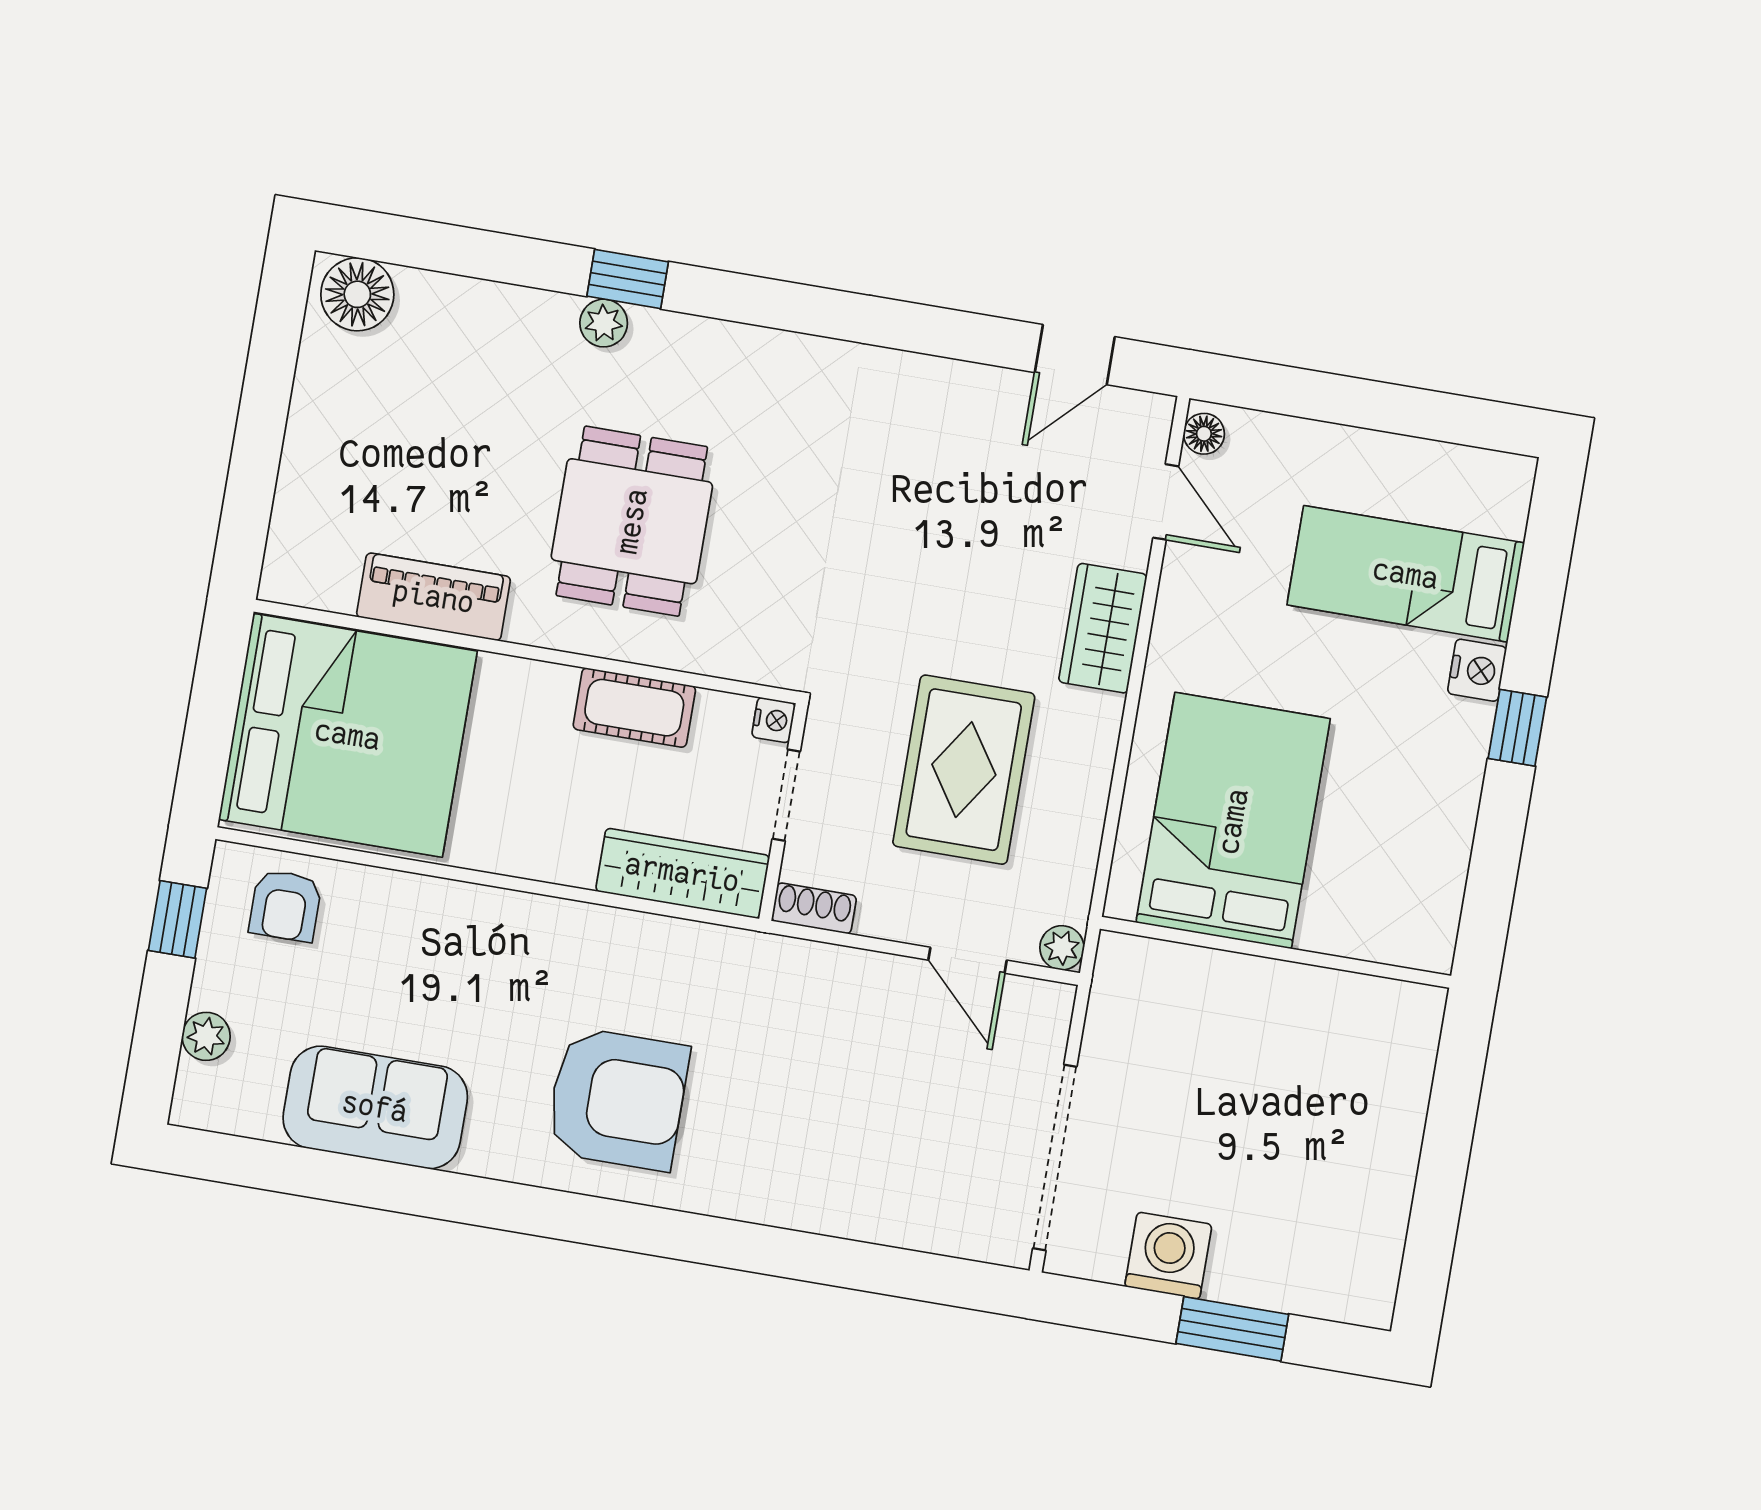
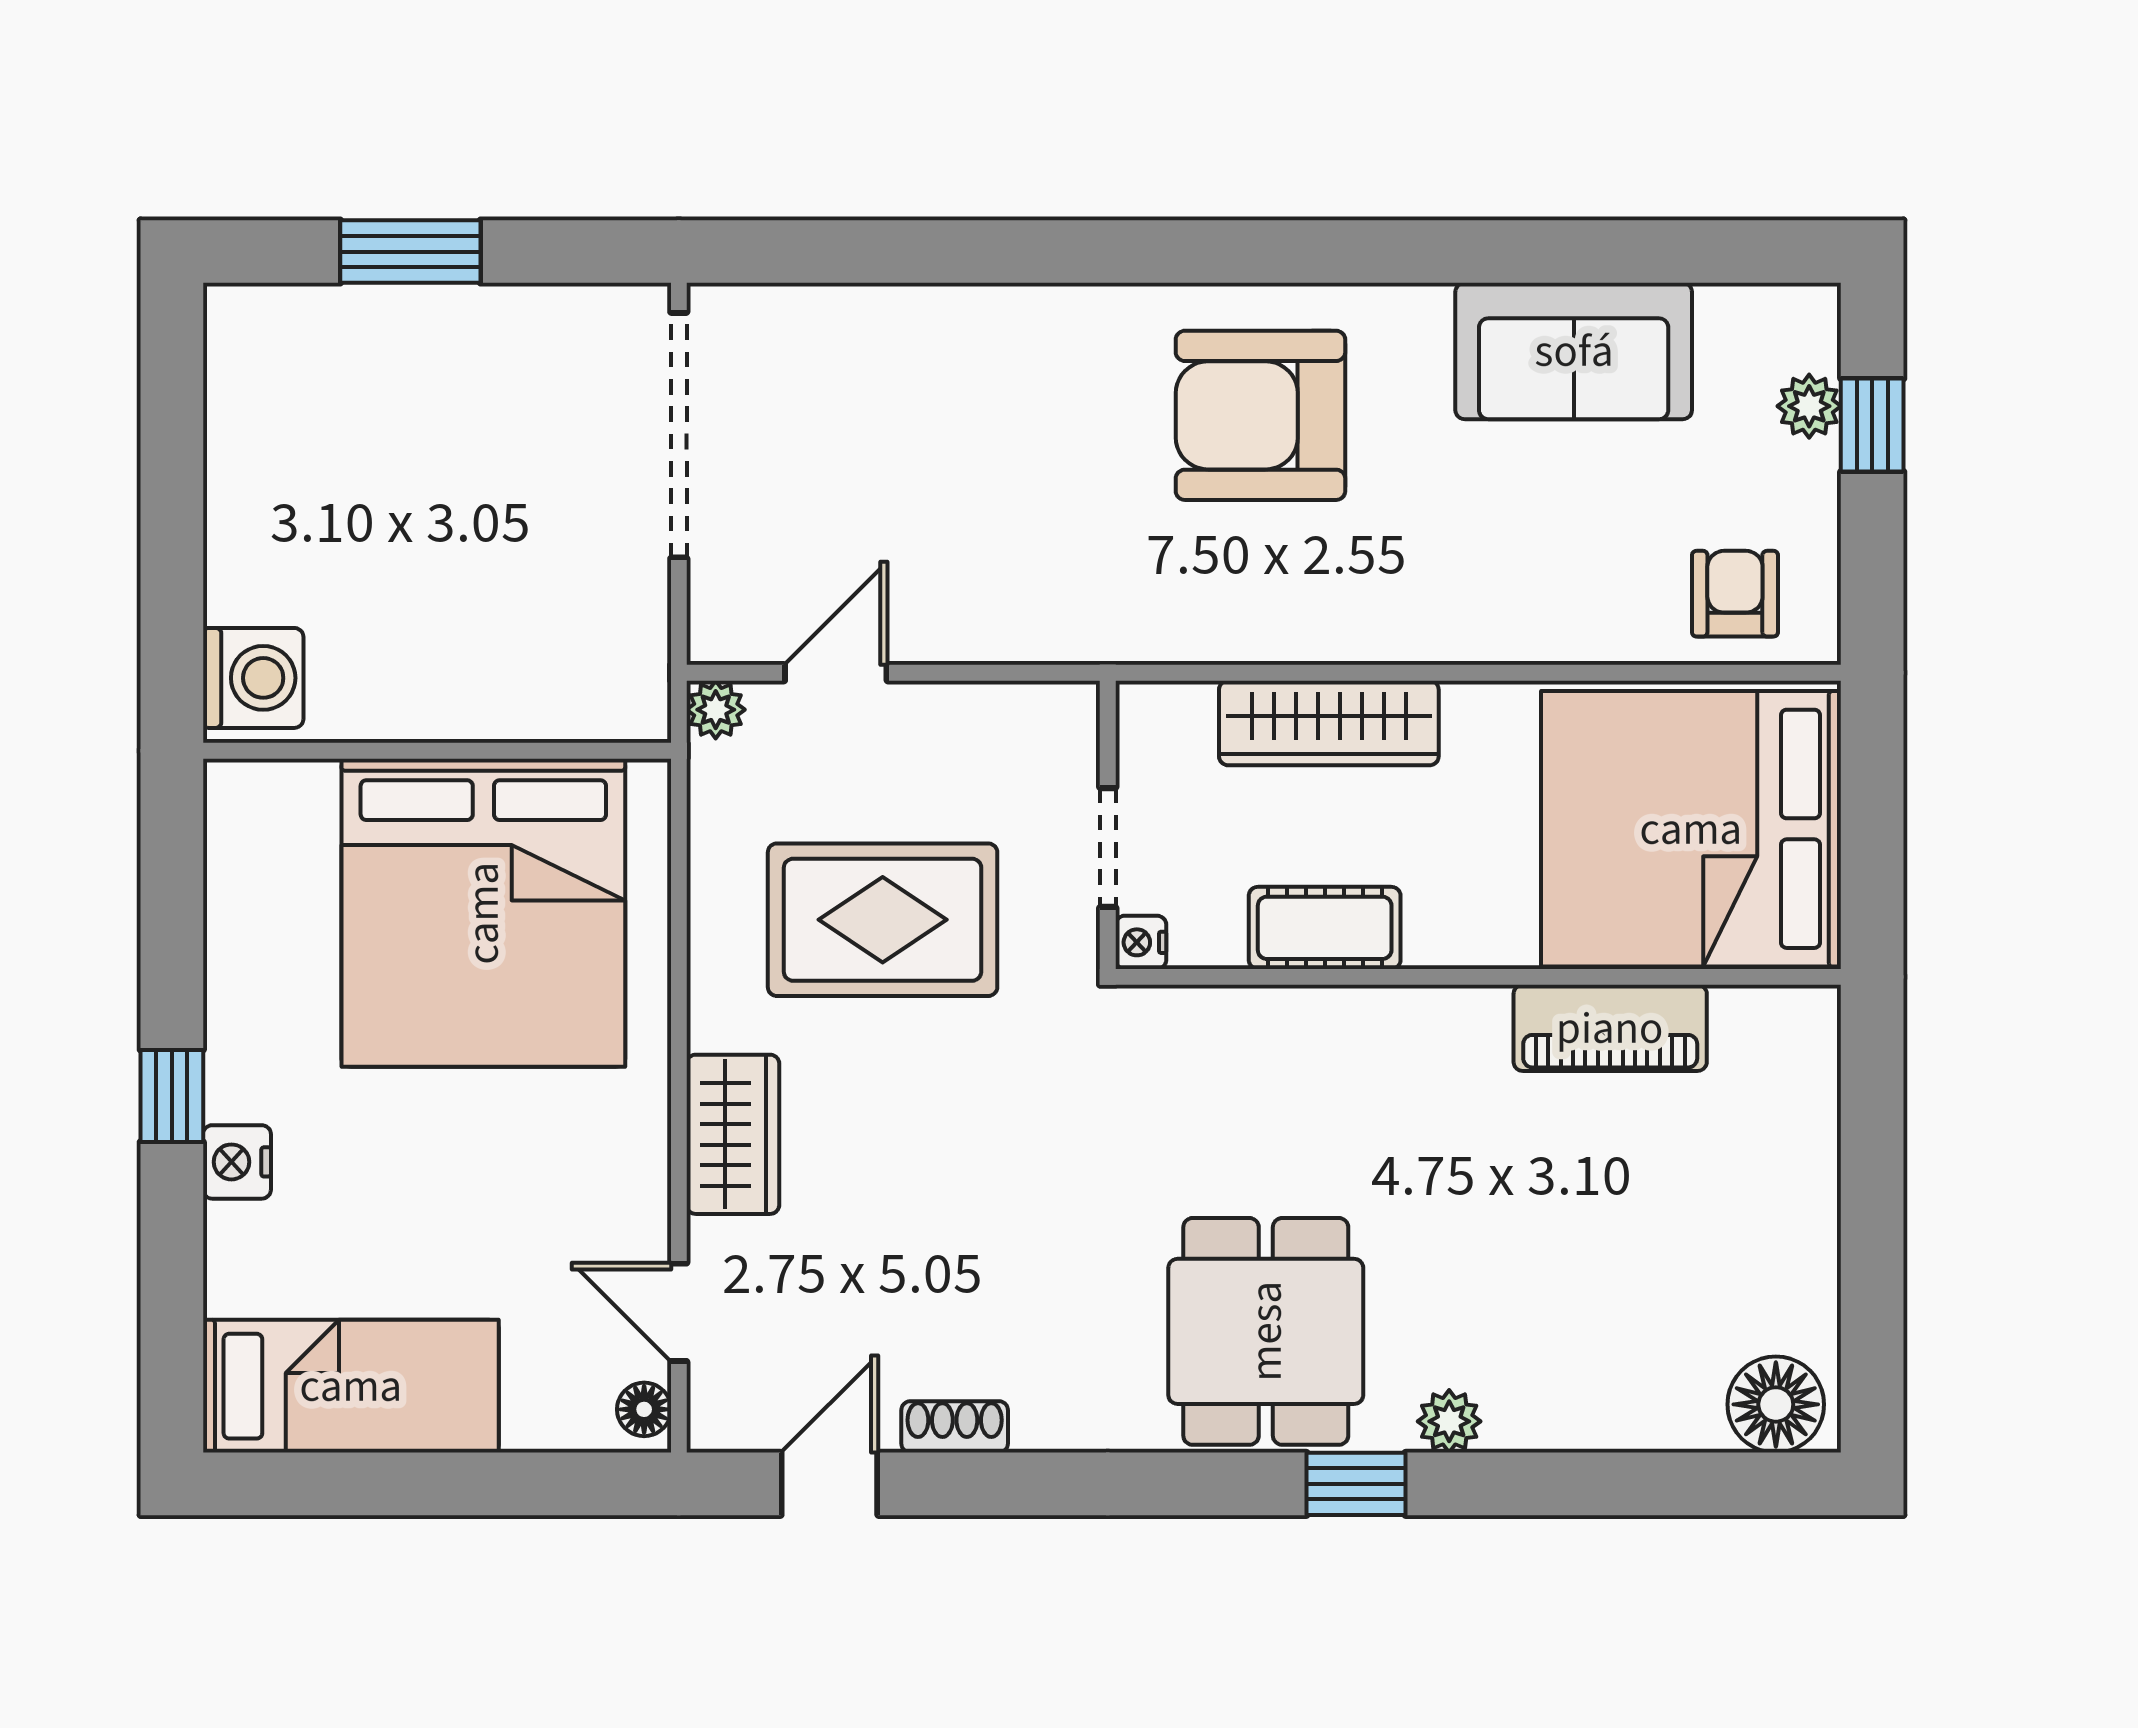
window: (628, 279) -> (1356, 1484), moved
dining table: (632, 521) -> (1266, 1331), moved
bed: (1406, 574) -> (351, 1386), moved
rug: (964, 770) -> (883, 920), turned 90
bed: (1233, 821) -> (483, 913), width x1.36
wardrobe: (683, 873) -> (1329, 723), moved
shoe rack: (814, 908) -> (955, 1427), moved, turned 180
window: (177, 919) -> (1872, 425), moved
door: (967, 960) -> (836, 673), hinge flipped
washing machine: (1168, 1255) -> (253, 678), moved, turned -90

